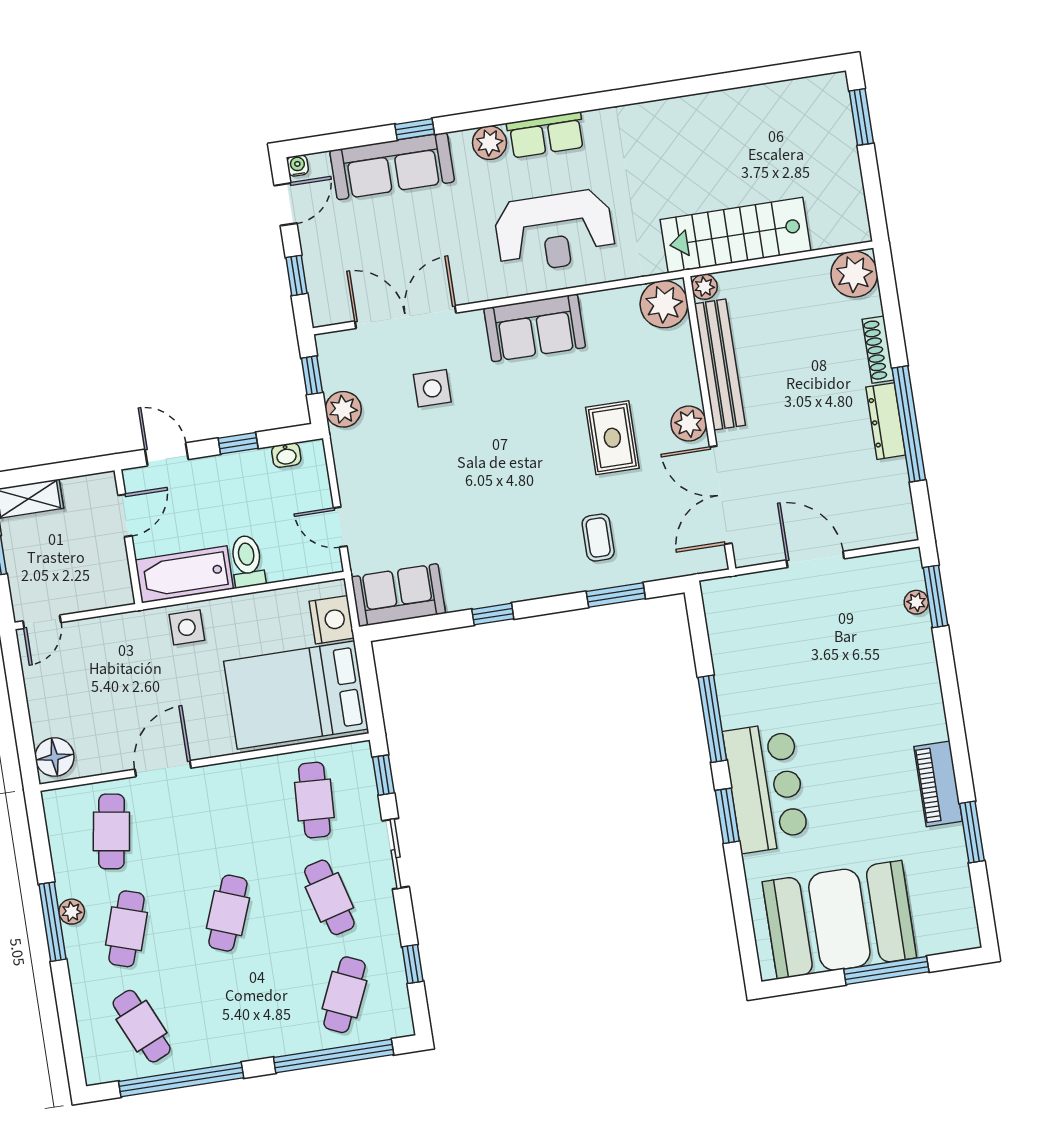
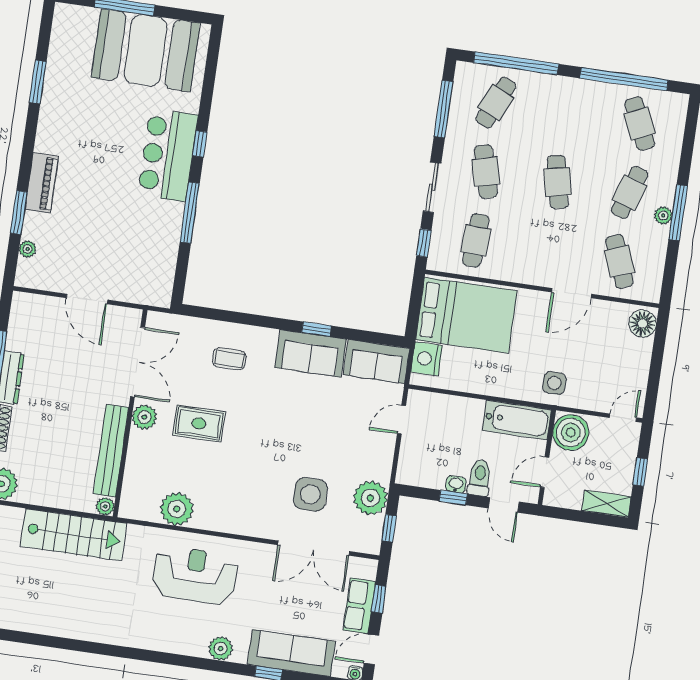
row of seats: (546, 135) -> (359, 606), moved, turned -90
plant: (664, 304) -> (177, 509), moved
sofa: (535, 328) -> (311, 353), moved, turned 180
side table: (432, 388) -> (310, 494), width x1.37, depth x1.37
plant: (343, 409) -> (370, 498), width x1.36, depth x1.36
rug: (612, 438) -> (199, 423), turned 90
washbasin: (286, 455) -> (456, 484), moved
door: (340, 527) -> (402, 420), swing flipped
coffee table: (598, 538) -> (229, 359), turned 90
toilet: (247, 561) -> (480, 478), moved, turned 180
boiler: (106, 580) -> (571, 433), added
window: (616, 595) -> (229, 316), removed
window: (935, 596) -> (19, 213), moved
side table: (187, 627) -> (554, 383), moved
piano: (938, 784) -> (42, 183), moved
window: (727, 816) -> (200, 144), width x0.67
cafe table: (111, 831) -> (620, 261), turned -30
cafe table: (228, 913) -> (558, 182), turned -33
window: (413, 964) -> (443, 109), width x2.17

